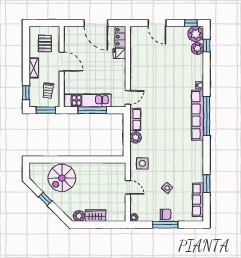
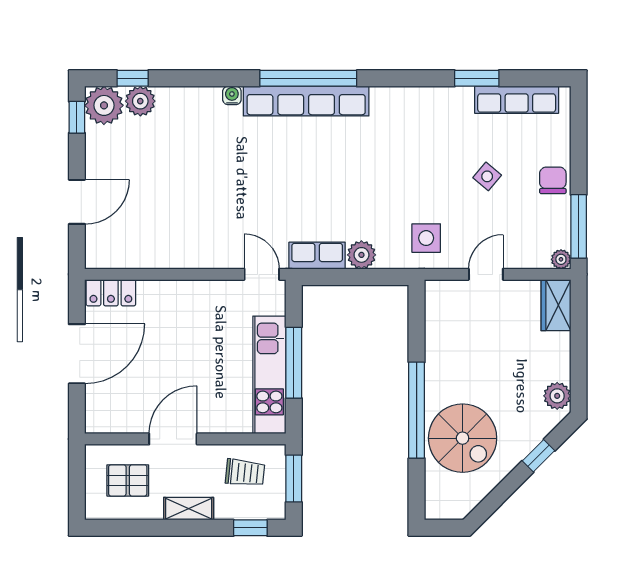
fridge: (119, 53) -> (152, 295), removed
window: (73, 160) -> (417, 410), added
window: (45, 199) -> (539, 456), moved
wardrobe: (96, 216) -> (556, 305), moved
window: (165, 225) -> (579, 226), moved

